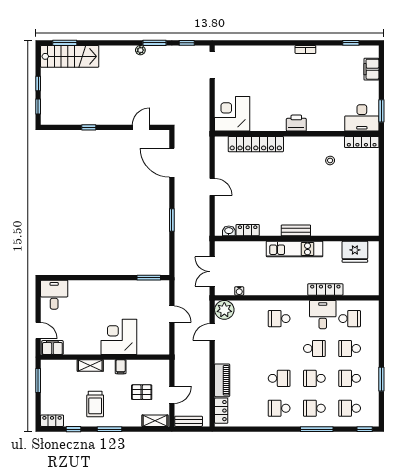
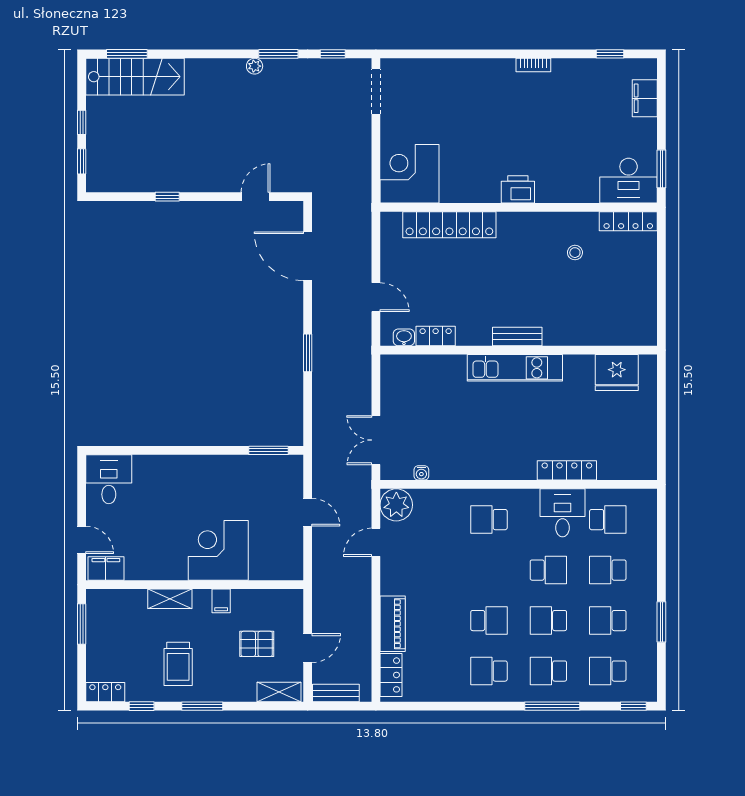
locker: (248, 230) -> (436, 336), moved
bench: (296, 230) -> (517, 337), moved
washbasin: (229, 231) -> (404, 337), moved
wall: (297, 238) -> (519, 350), moved
kitchen unit: (295, 249) -> (515, 368), moved
fridge: (355, 252) -> (617, 373), moved

